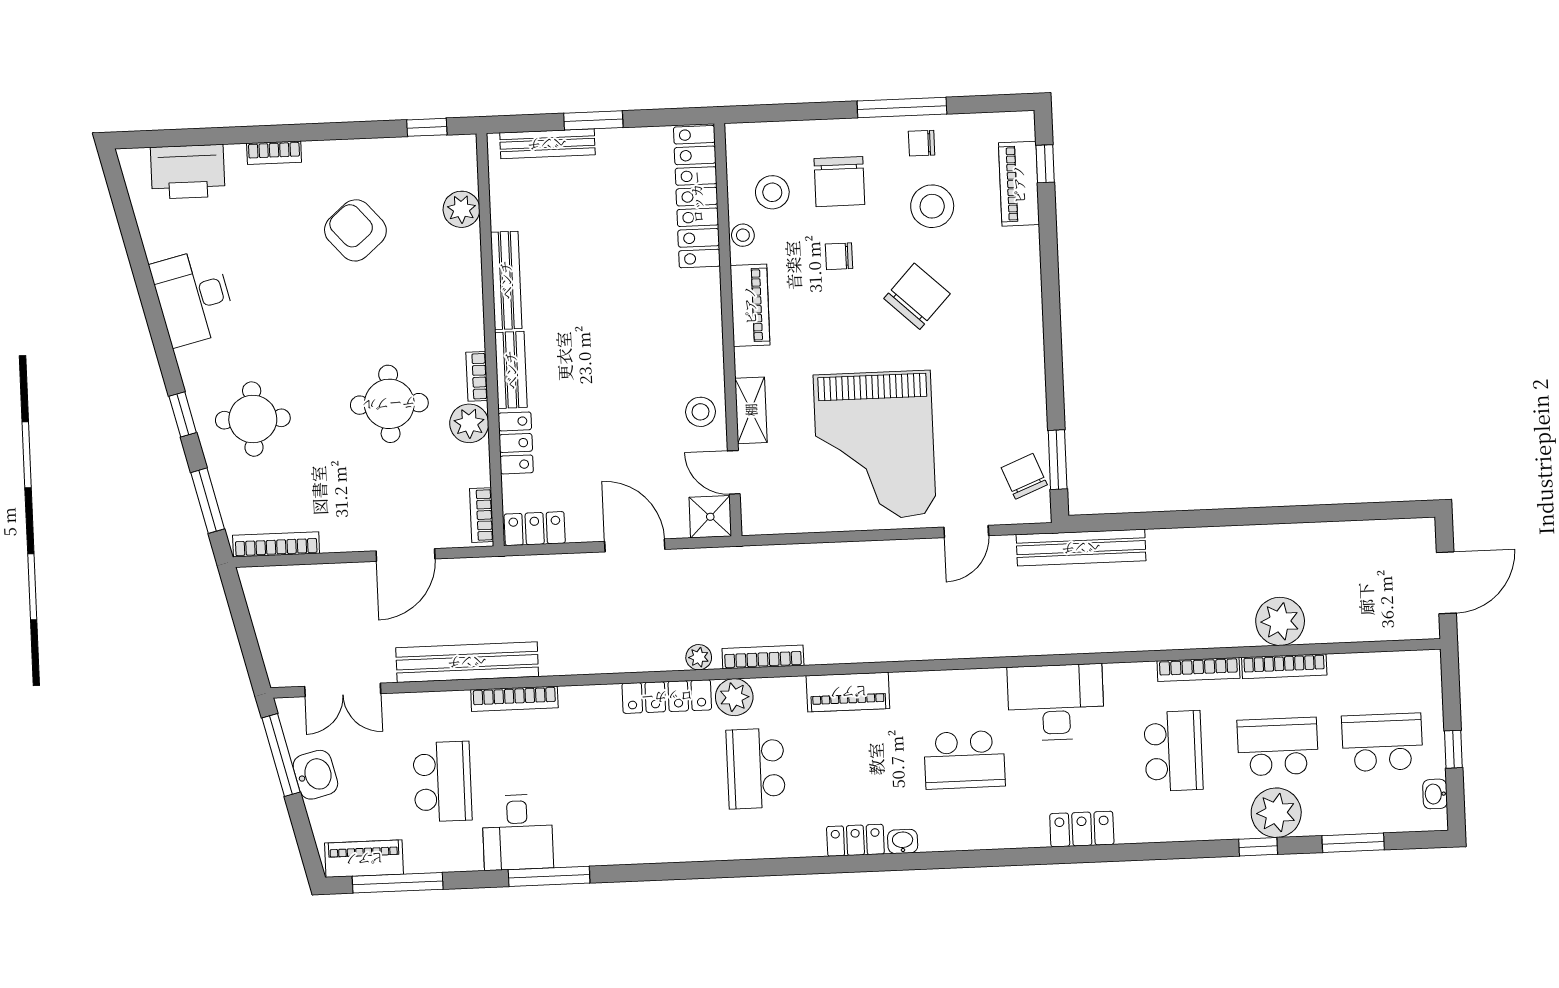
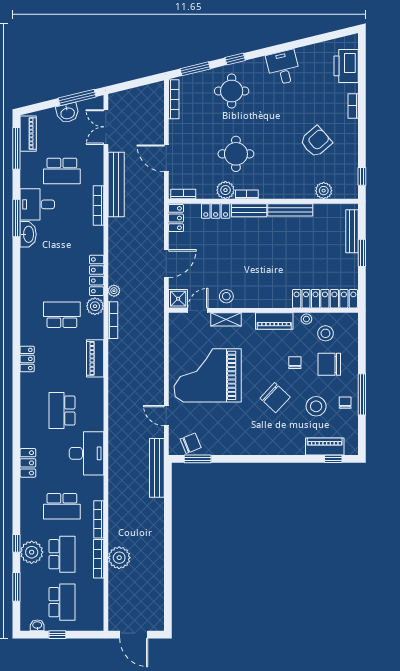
desk: (193, 297) -> (283, 67), width x0.73
washbasin: (903, 841) -> (28, 234), moved, width x1.91, depth x1.45

